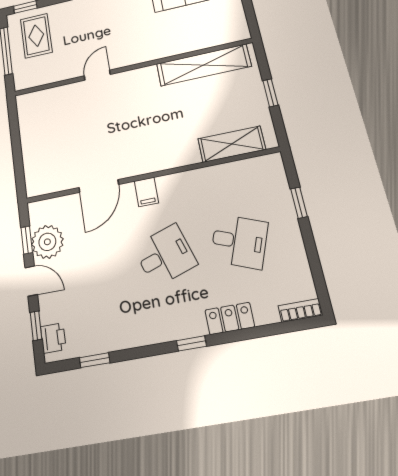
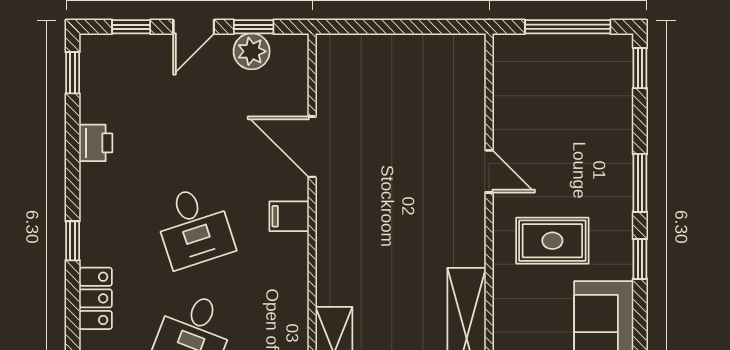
rug: (36, 36) -> (552, 241), moved
plant: (47, 242) -> (252, 51), width x0.73, depth x0.73
printer: (53, 338) -> (96, 143), moved, turned -90
window: (95, 360) -> (73, 73), moved

